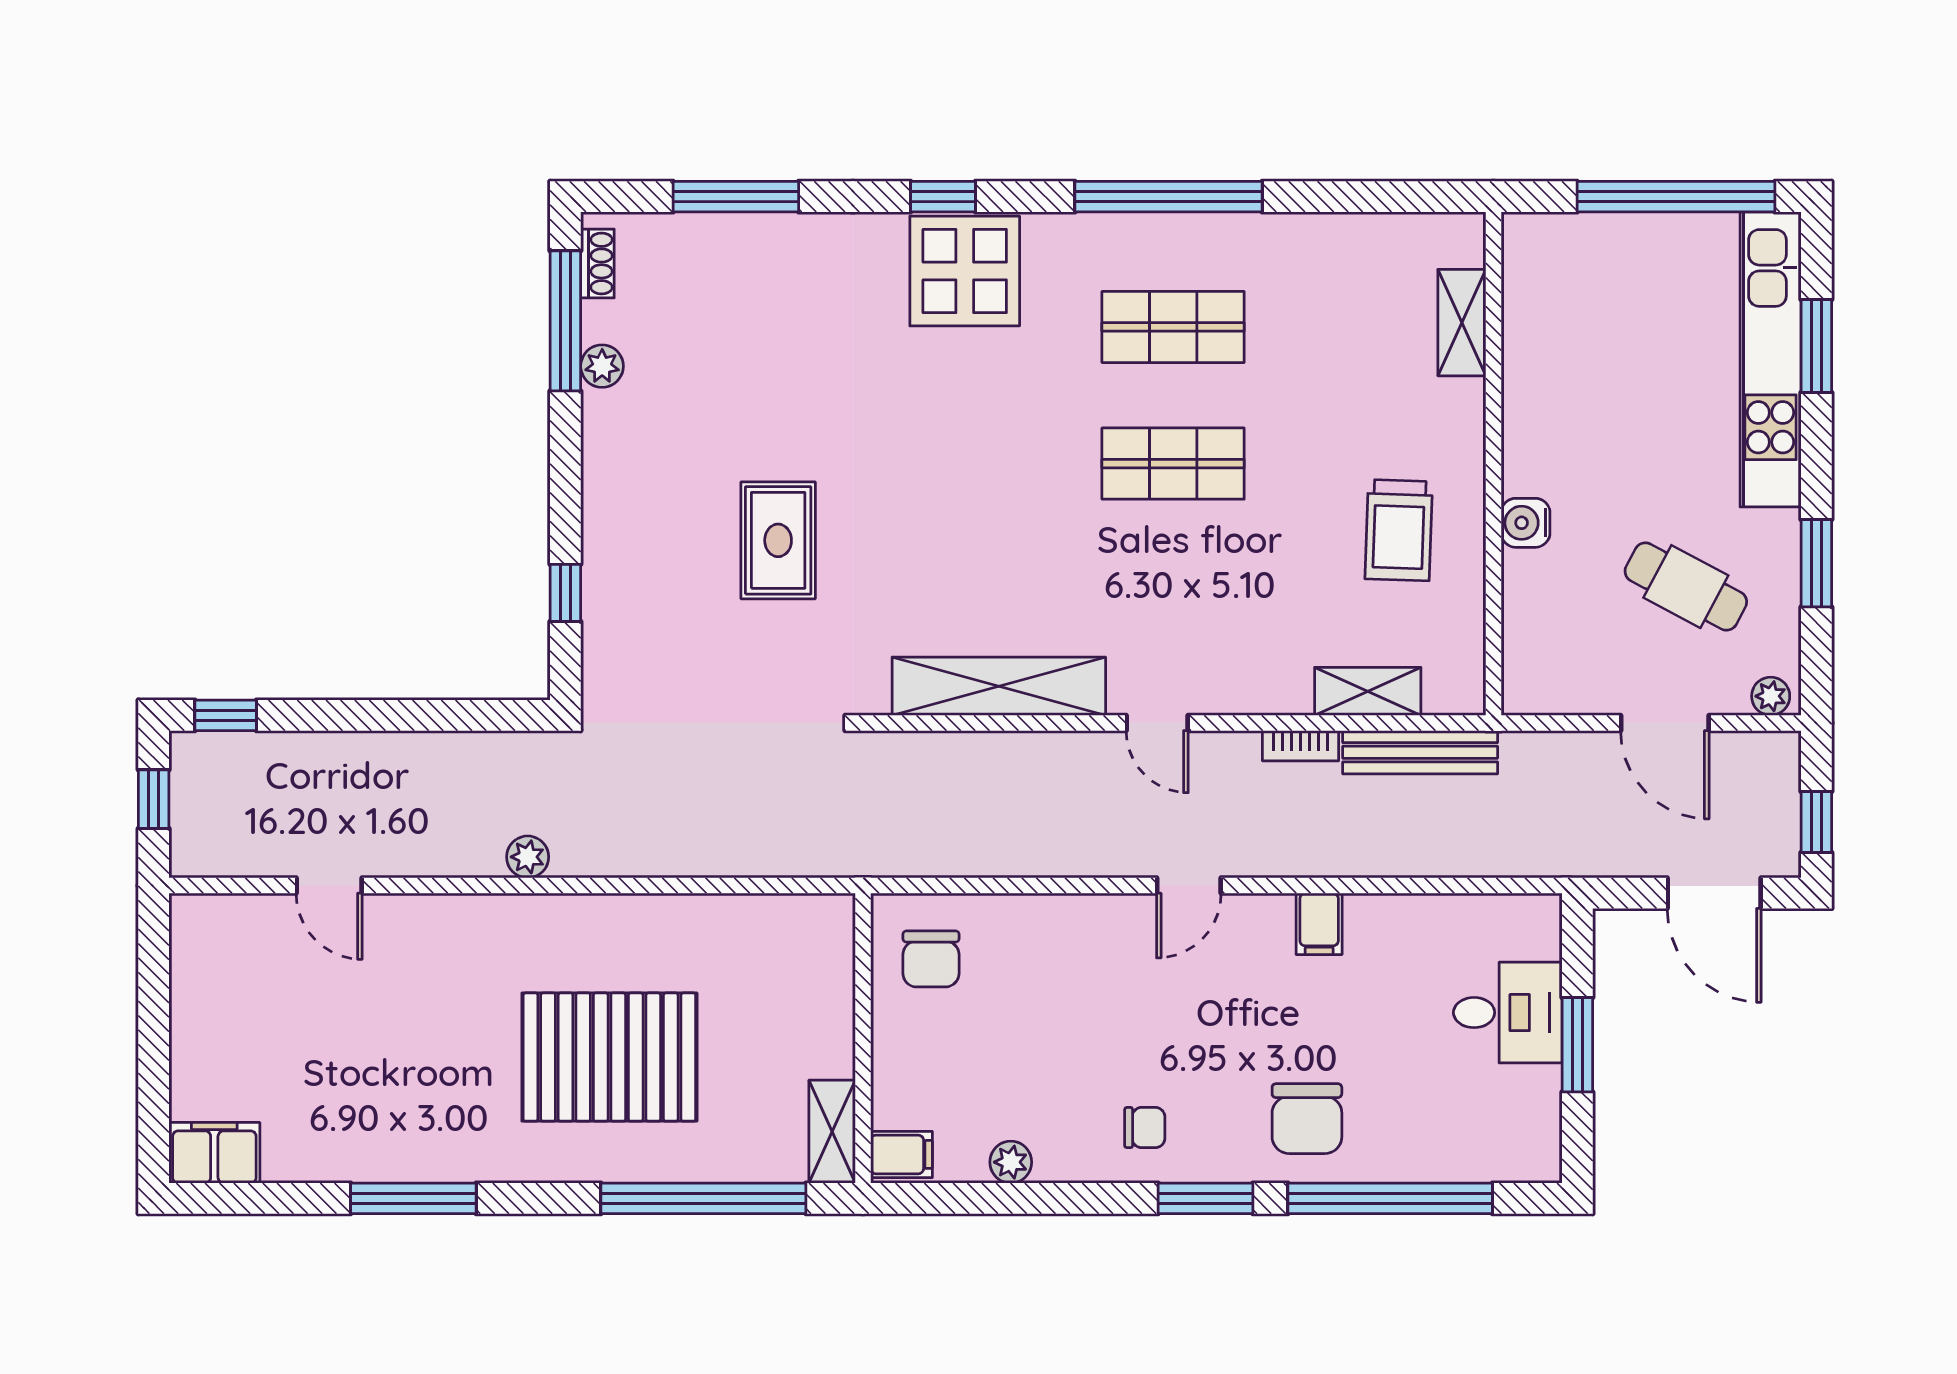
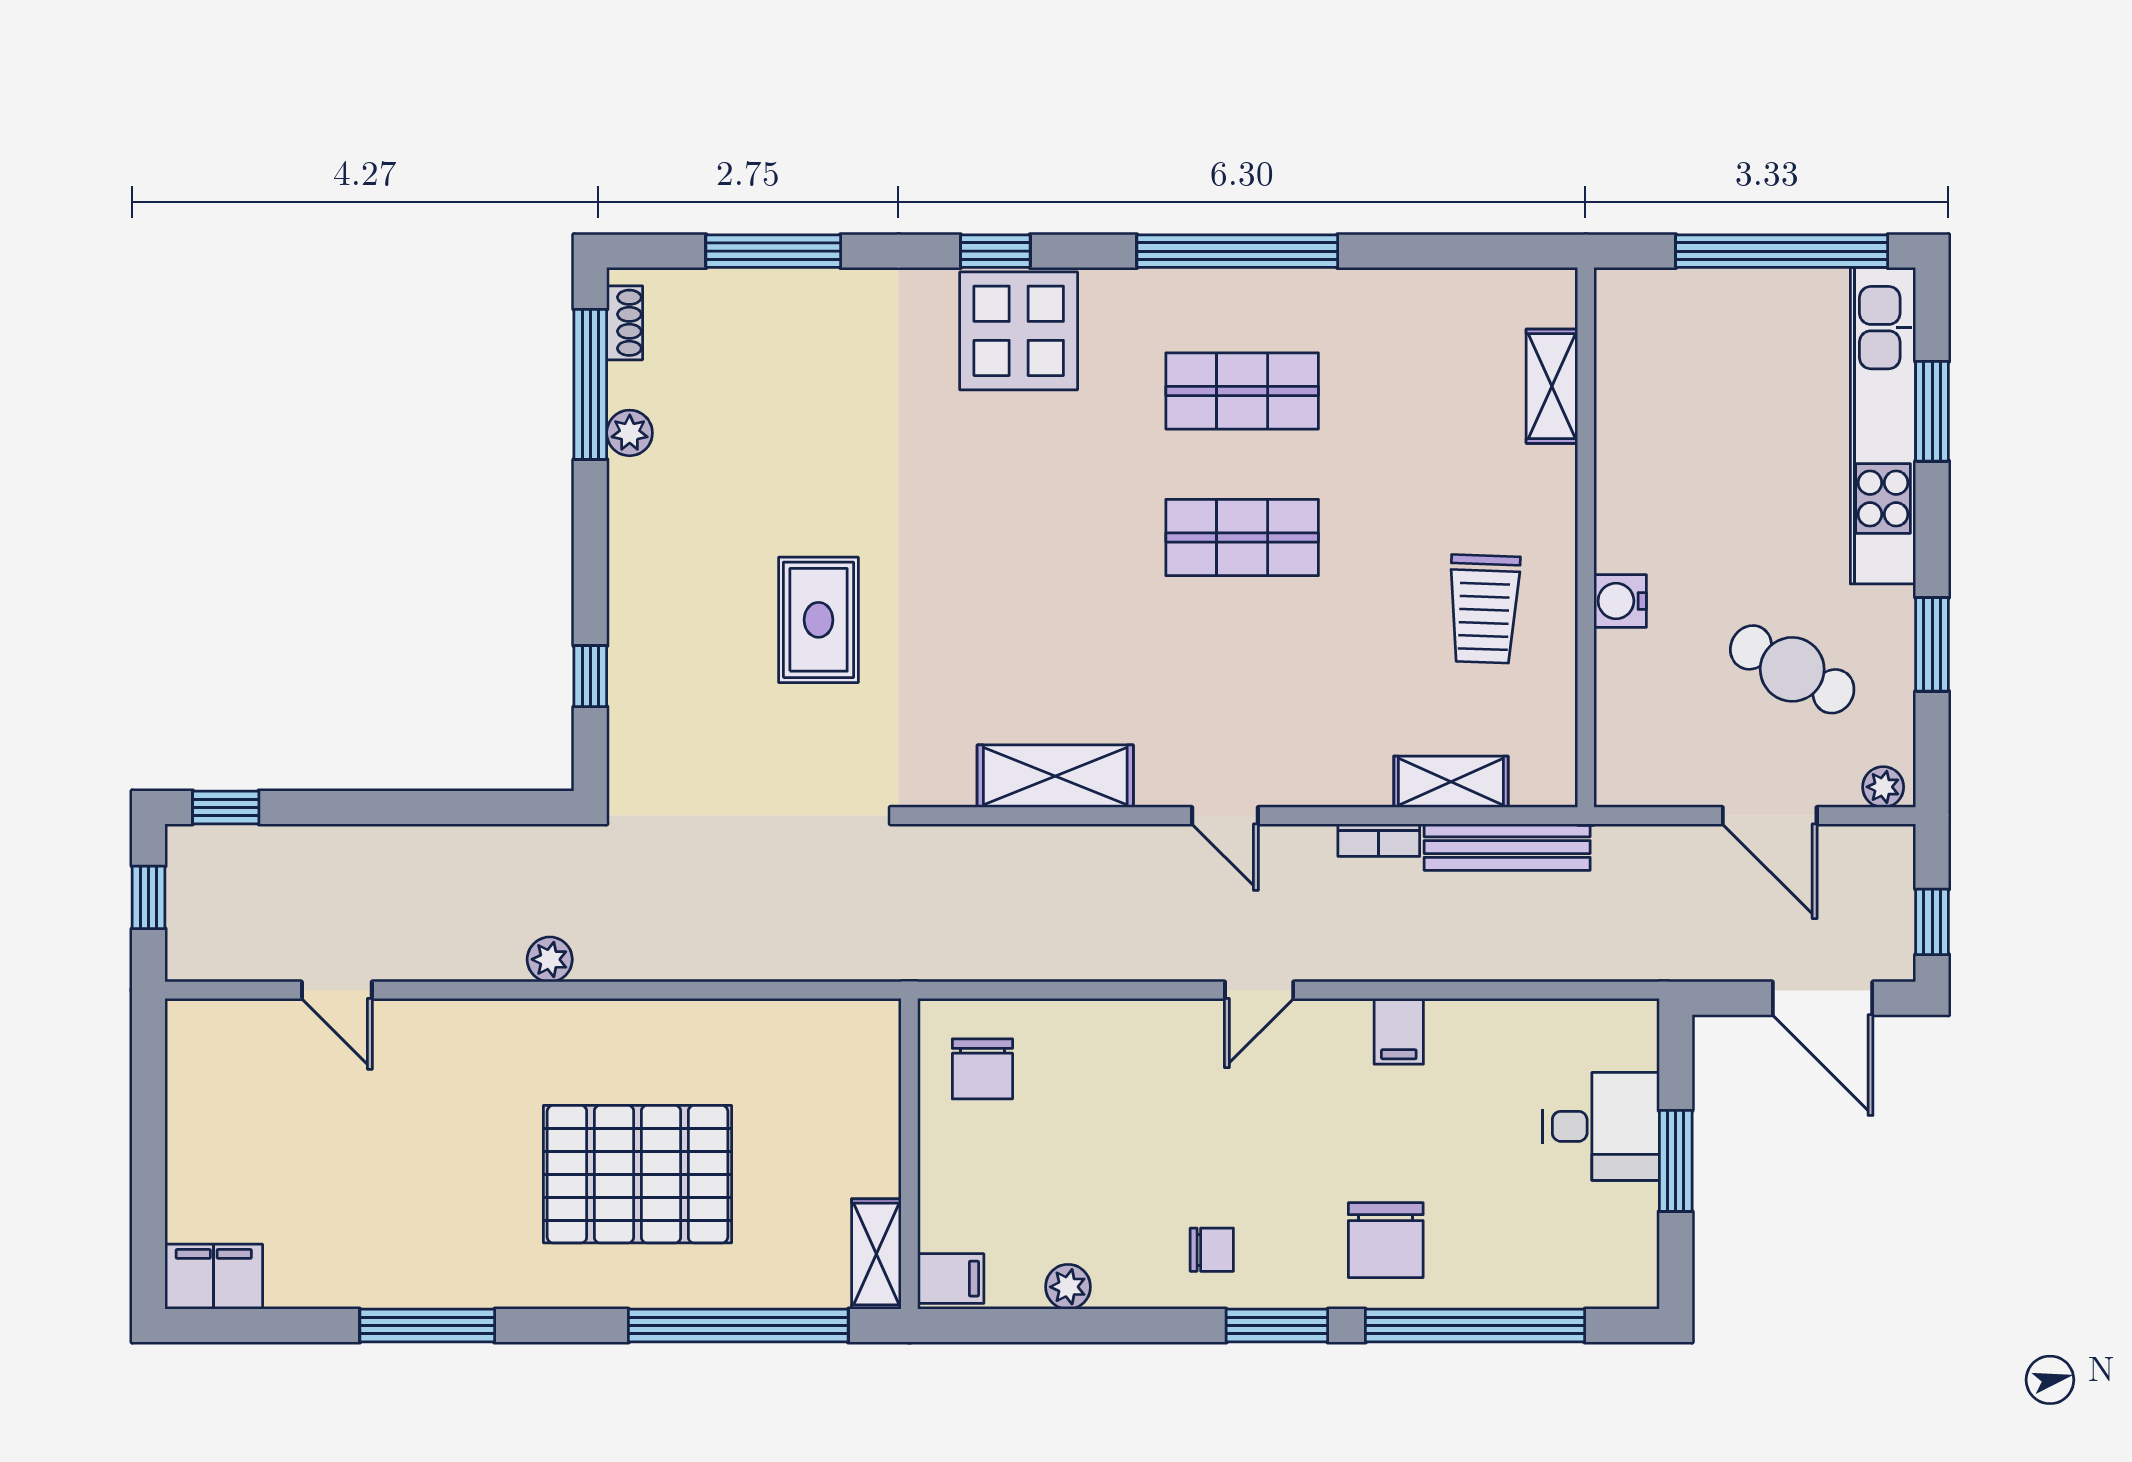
shelving: (999, 686) -> (1055, 776), width x0.68

